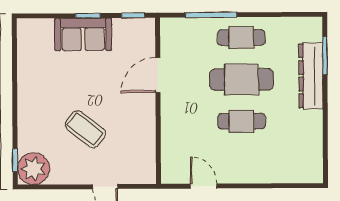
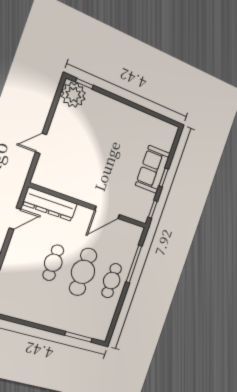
door: (158, 75) -> (107, 212), swing flipped
dresser: (311, 76) -> (50, 204), moved, turned 180
coffee table: (85, 129) -> (88, 145), removed

